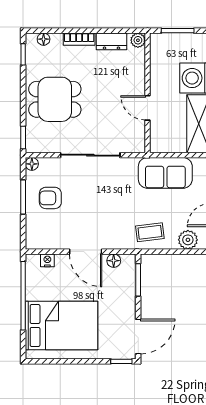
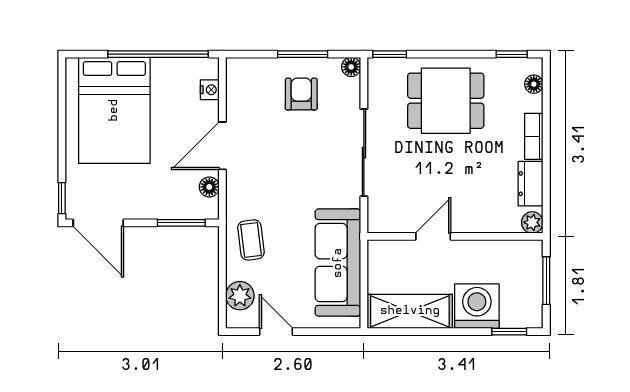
dining table: (55, 99) -> (446, 101), turned 90
sofa: (165, 173) -> (338, 263), width x1.36

